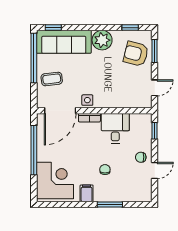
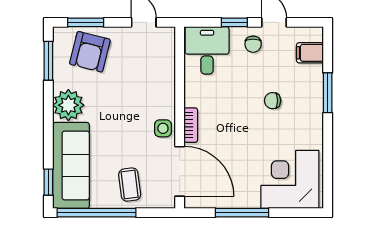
window: (130, 28) -> (48, 61), width x1.50
desk: (115, 128) -> (207, 50), moved, turned 90
window: (155, 131) -> (234, 22), moved
window: (34, 150) -> (242, 213), width x0.68
filing cabinet: (87, 193) -> (310, 53), moved

